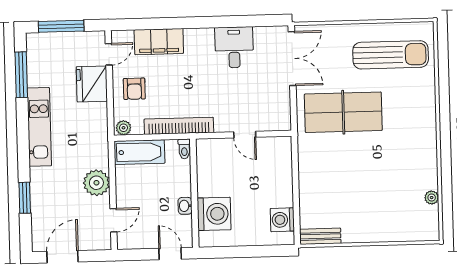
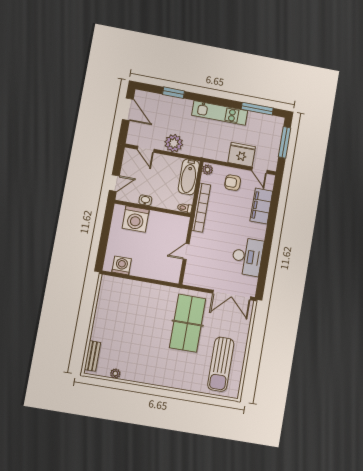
desk: (234, 47) -> (247, 257), width x1.37
bench: (320, 236) -> (92, 356), moved

